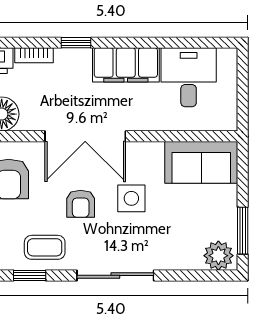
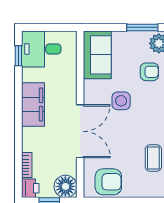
window: (76, 43) -> (18, 56), moved
desk: (189, 77) -> (41, 49), moved
armchair: (81, 204) -> (149, 72), moved

